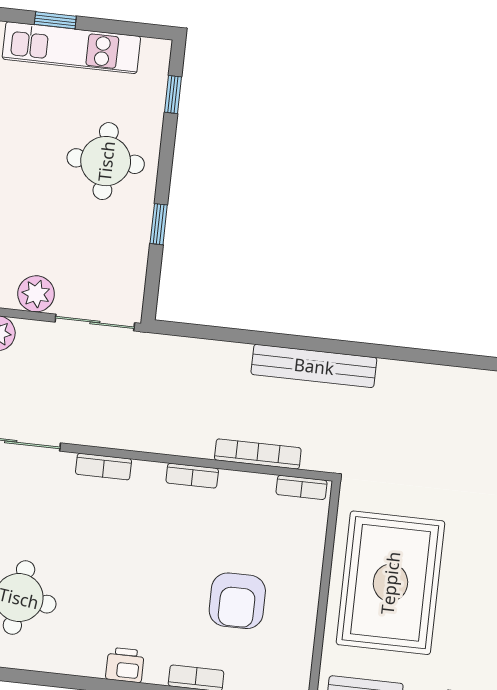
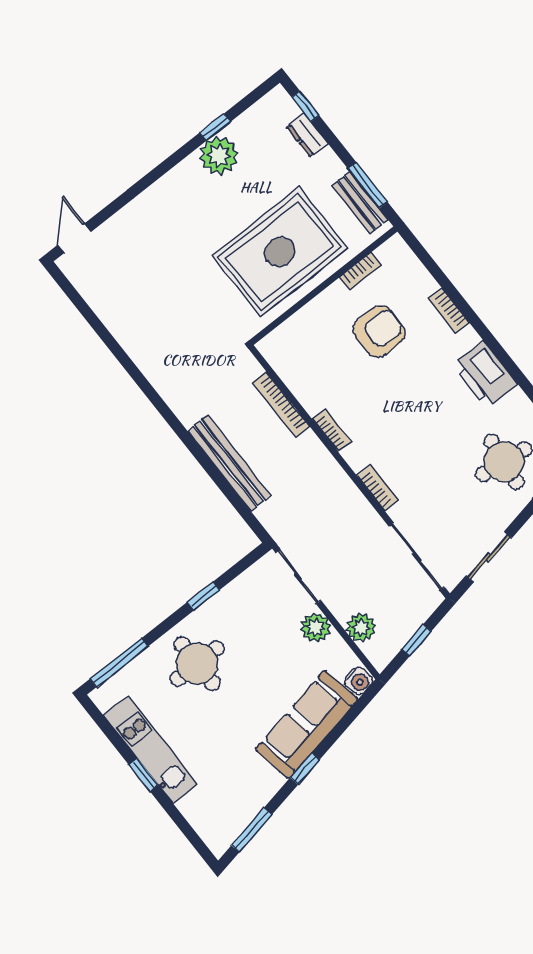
window: (173, 94) -> (119, 663), width x2.17
bench: (314, 366) -> (229, 463), moved
bookcase: (302, 487) -> (360, 271), moved, turned 90
printer: (125, 665) -> (485, 374), width x1.87, depth x1.48

